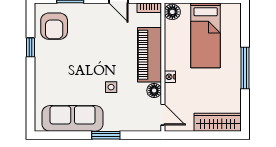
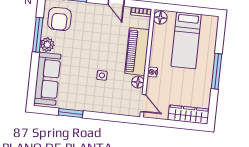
window: (31, 47) -> (38, 35), width x2.17
plant: (43, 58) -> (47, 45), added
sofa: (73, 118) -> (47, 79), moved, turned 90
window: (106, 135) -> (71, 113), moved

